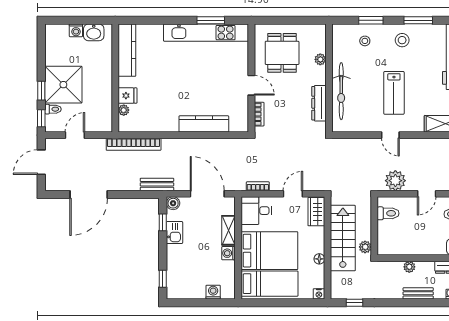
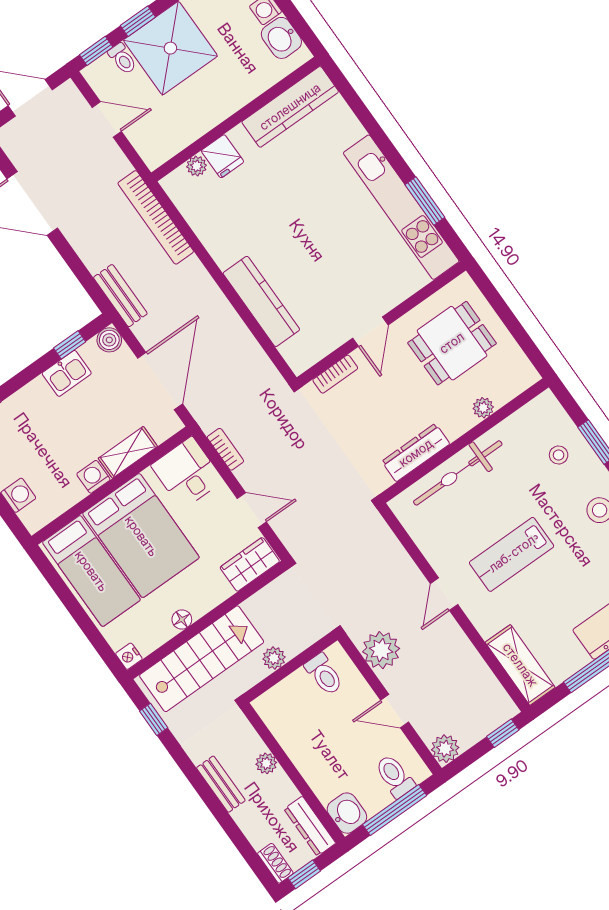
stairs: (343, 238) -> (202, 659), moved
plant: (365, 247) -> (274, 658), moved
bench: (418, 293) -> (221, 784), moved

